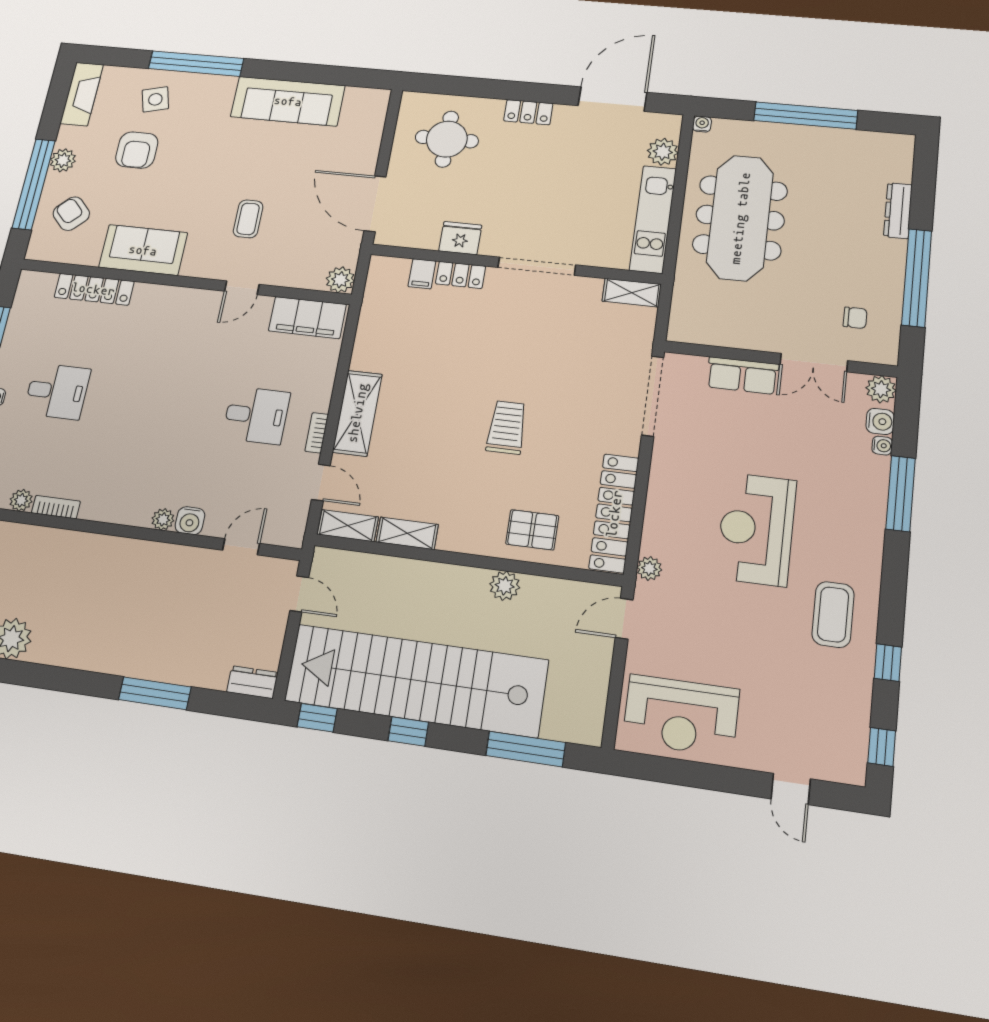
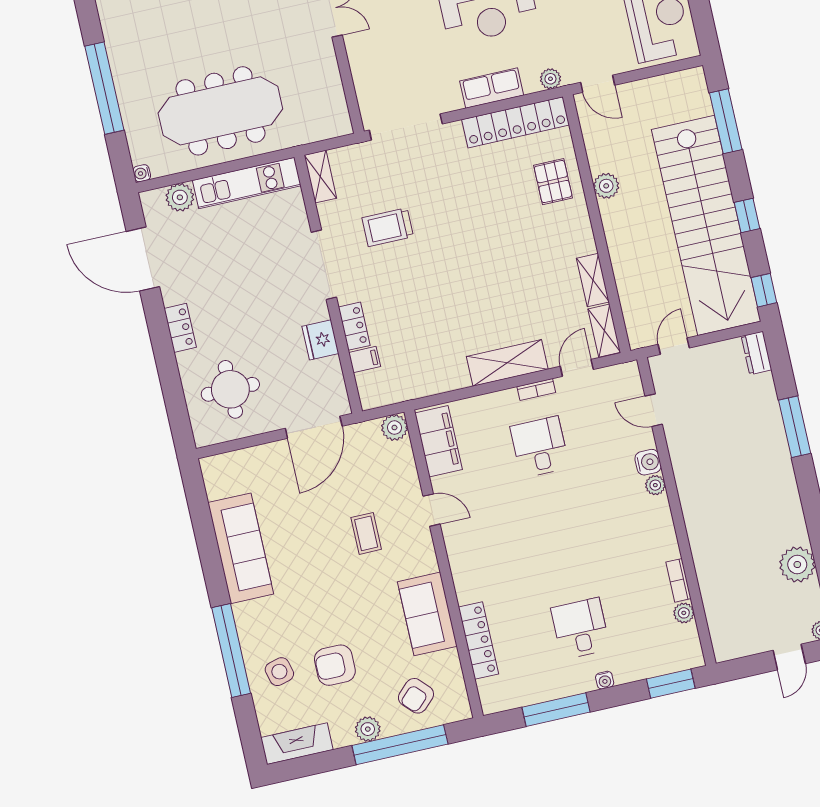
armchair: (137, 150) -> (335, 665), turned 180
coffee table: (248, 219) -> (366, 533), turned 90
row of seats: (742, 376) -> (492, 88), moved, turned -90
trolley: (507, 427) -> (388, 227), moved

